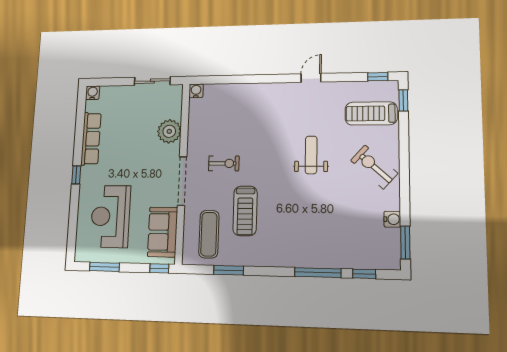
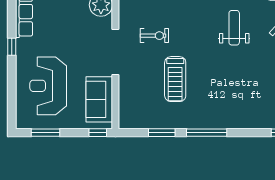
exercise mat: (209, 234) -> (143, 101), removed
window: (318, 273) -> (207, 133), moved

